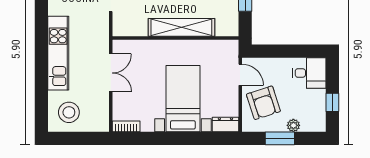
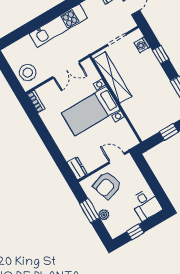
shelving: (181, 27) -> (113, 77), moved
door: (240, 75) -> (117, 158), swing flipped
bed with nightstands: (183, 99) -> (91, 111), moved, turned 180
stool: (69, 112) -> (28, 72), moved

